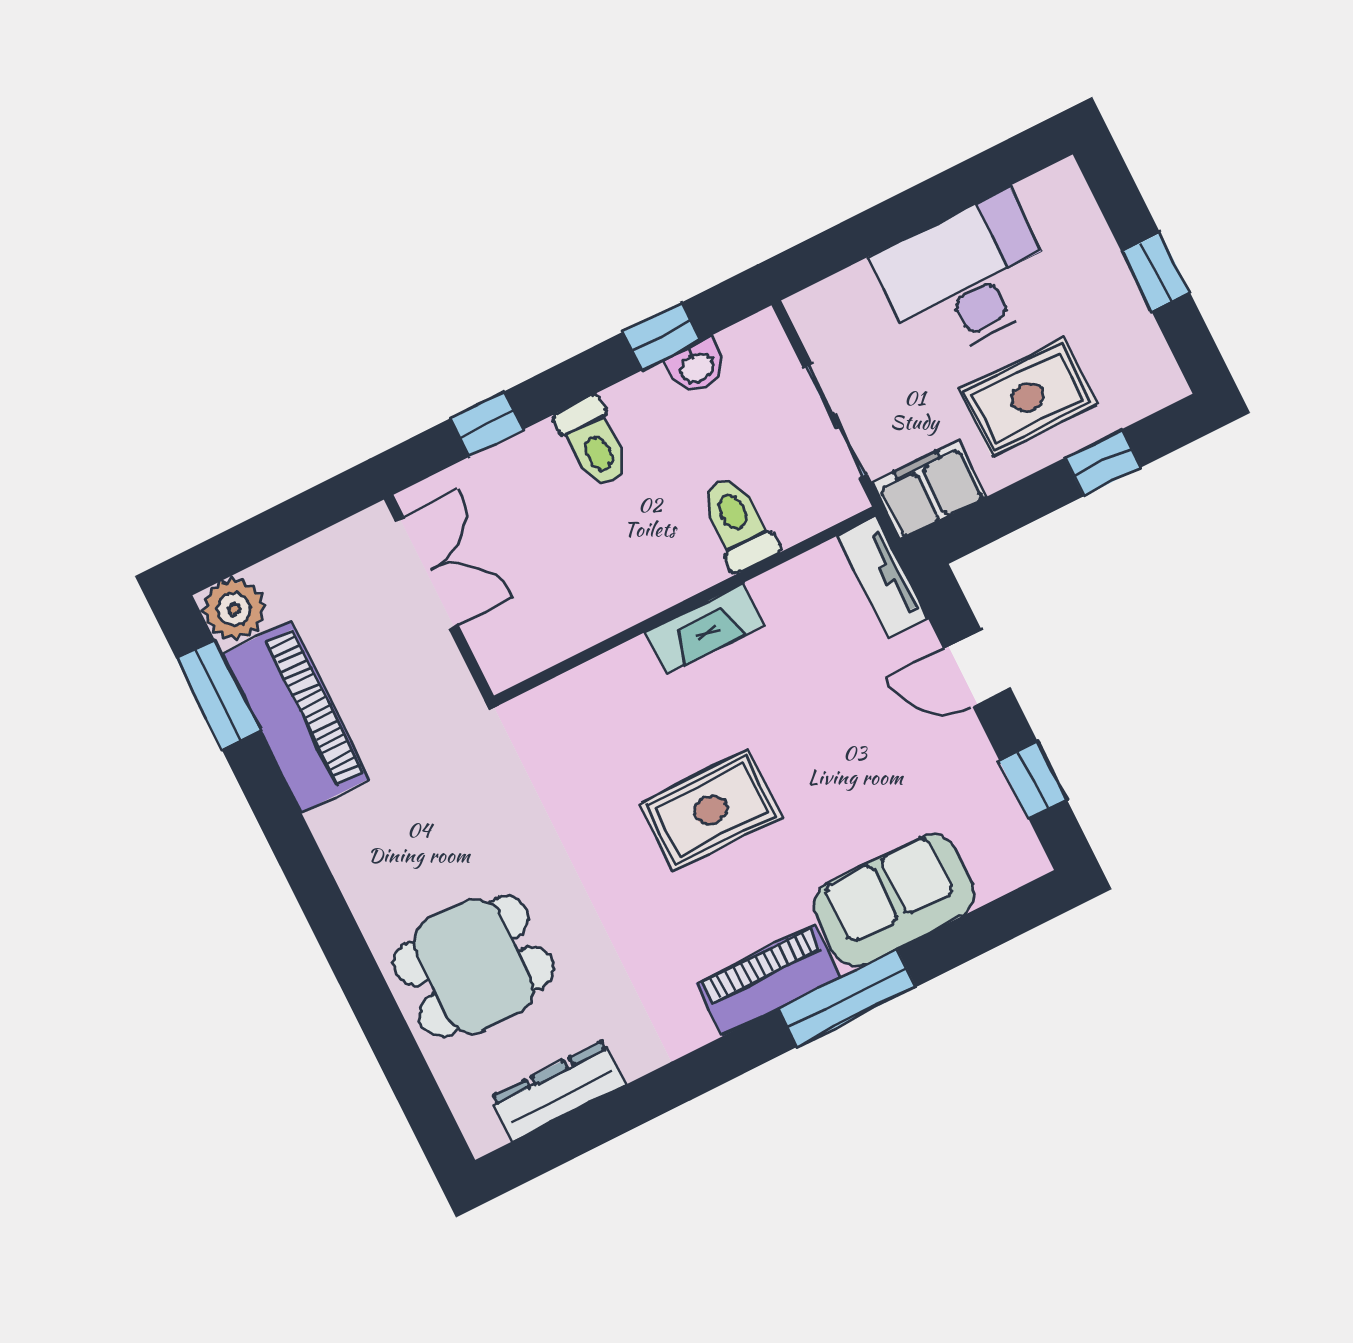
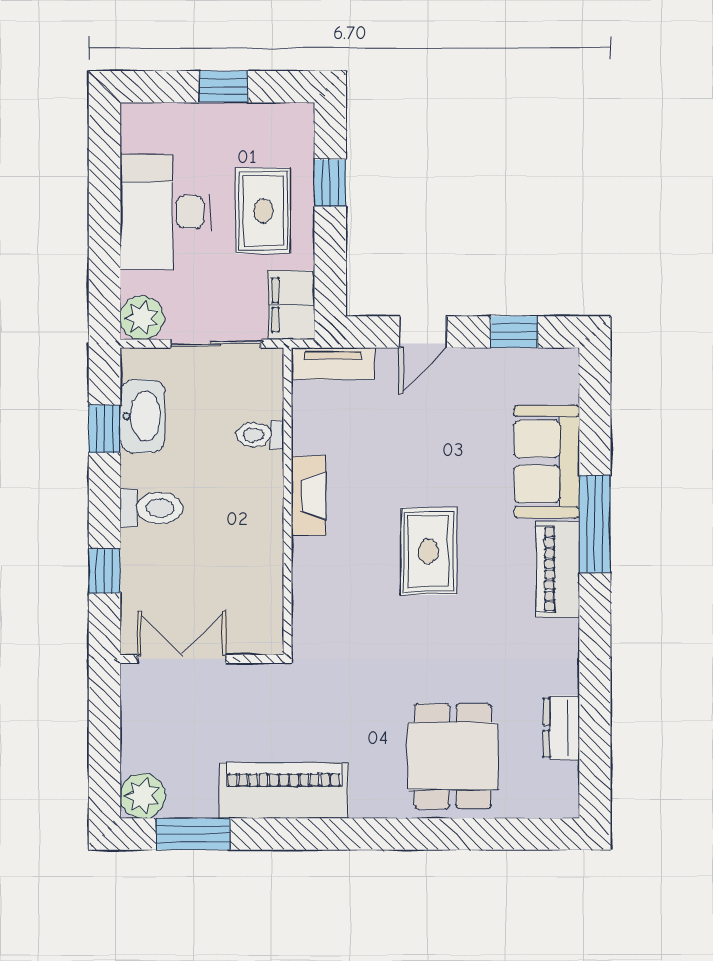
plant: (821, 314) -> (142, 318), added
washbasin: (697, 367) -> (142, 416), width x1.91, depth x1.45
toilet: (738, 523) -> (260, 435), width x0.73, depth x0.72
piano: (296, 717) -> (284, 791), moved
dresser: (558, 1091) -> (561, 728), width x0.70

